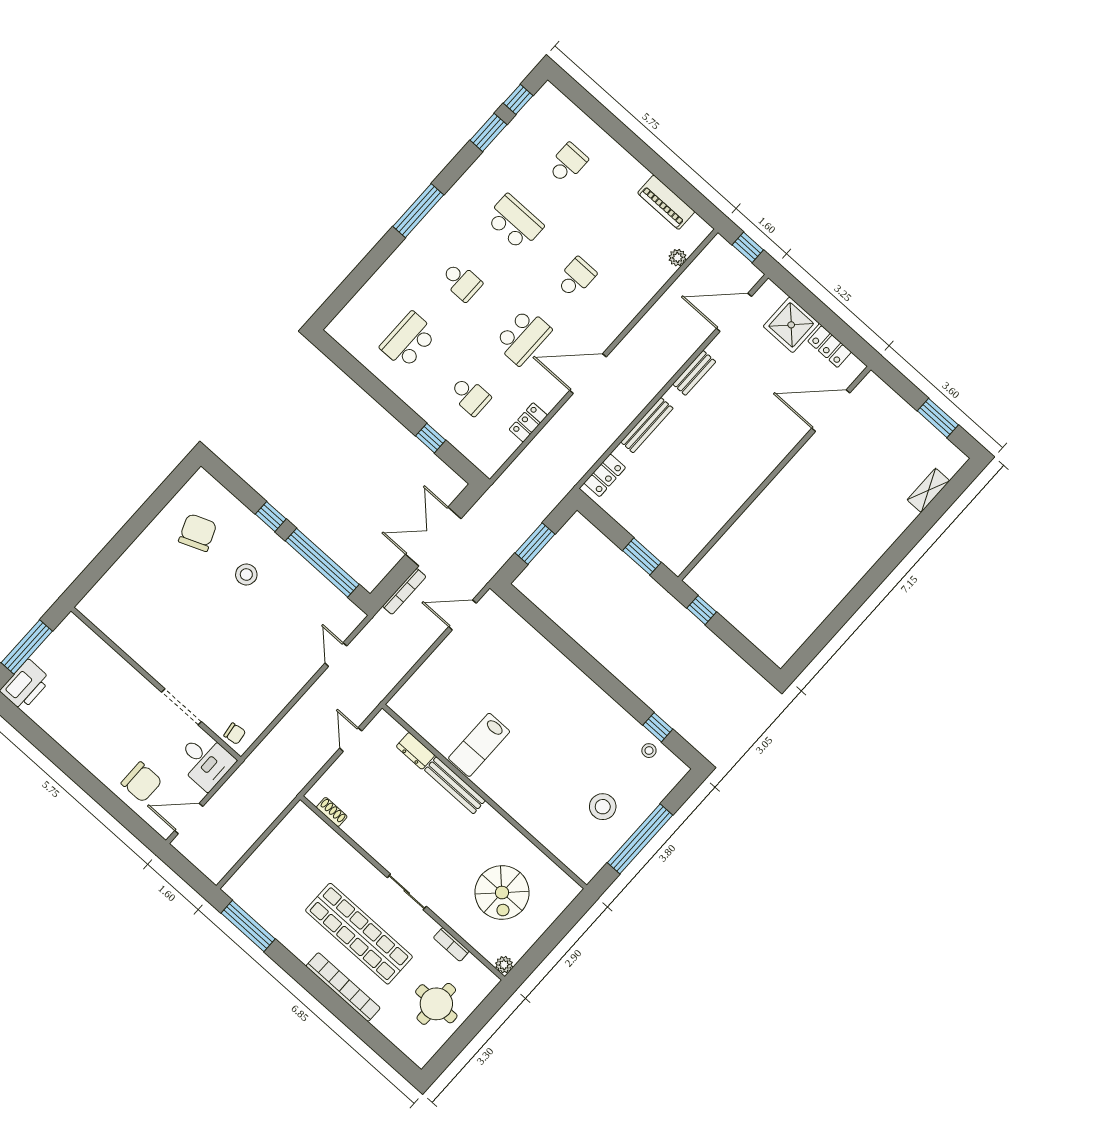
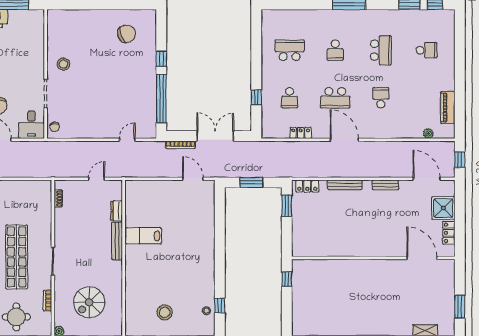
school desk: (576, 278) -> (381, 98), turned -90
window: (642, 556) -> (287, 206), moved
stool: (246, 575) -> (63, 64), moved

